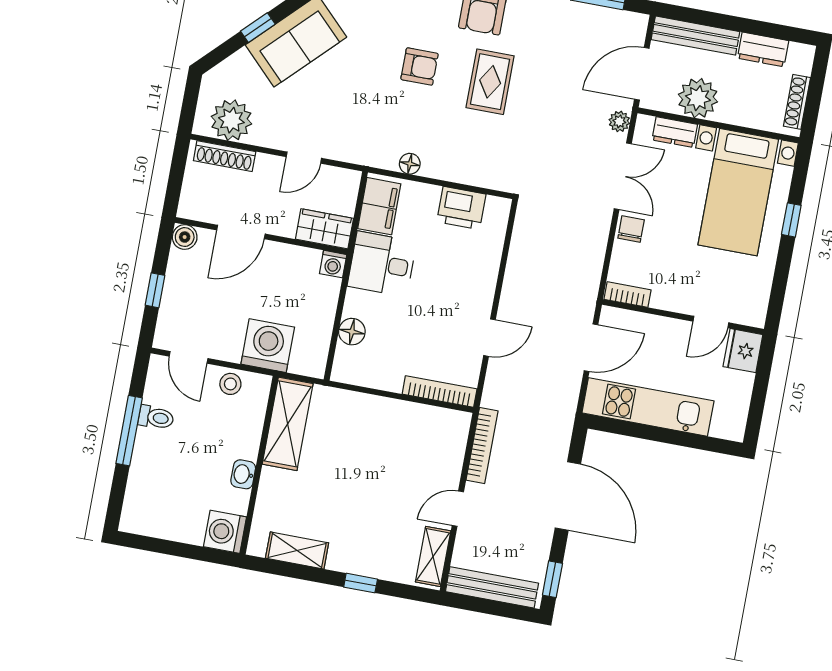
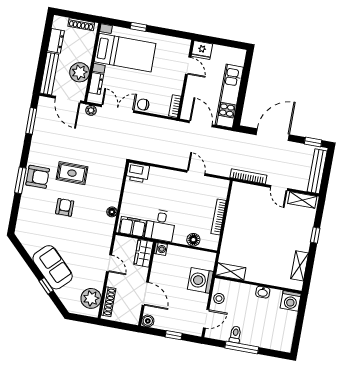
printer: (461, 208) -> (138, 173), moved, turned 90
bookcase: (440, 391) -> (219, 217), moved
shelving: (288, 424) -> (231, 272), width x0.67, depth x0.75

